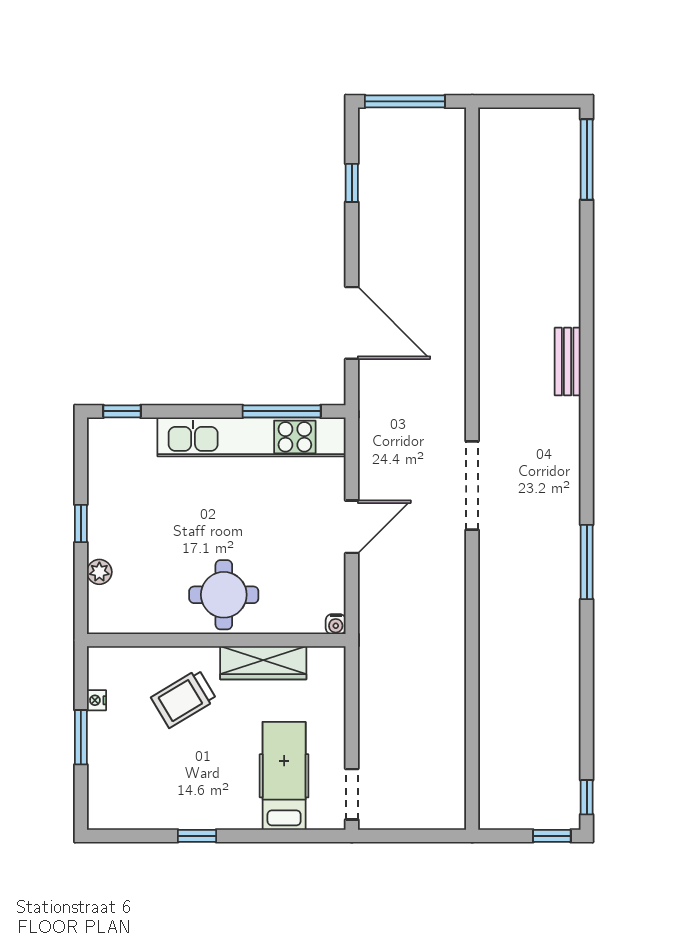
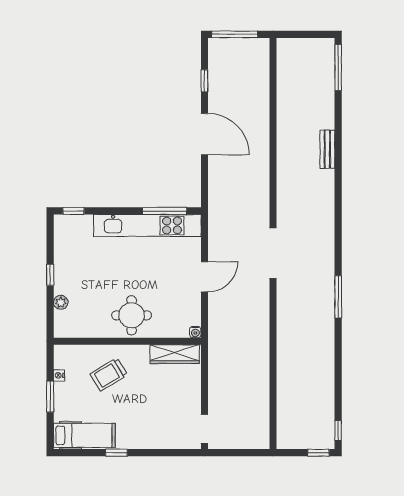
door: (352, 323) -> (204, 134), moved
bench: (568, 362) -> (327, 149), moved
wardrobe: (263, 663) -> (175, 354), moved
hospital bed: (284, 776) -> (84, 435), moved, turned 90

